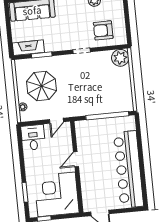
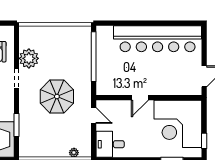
plant: (120, 58) -> (29, 58), moved
parasol: (41, 86) -> (57, 96), moved
door: (76, 159) -> (140, 98), hinge flipped

